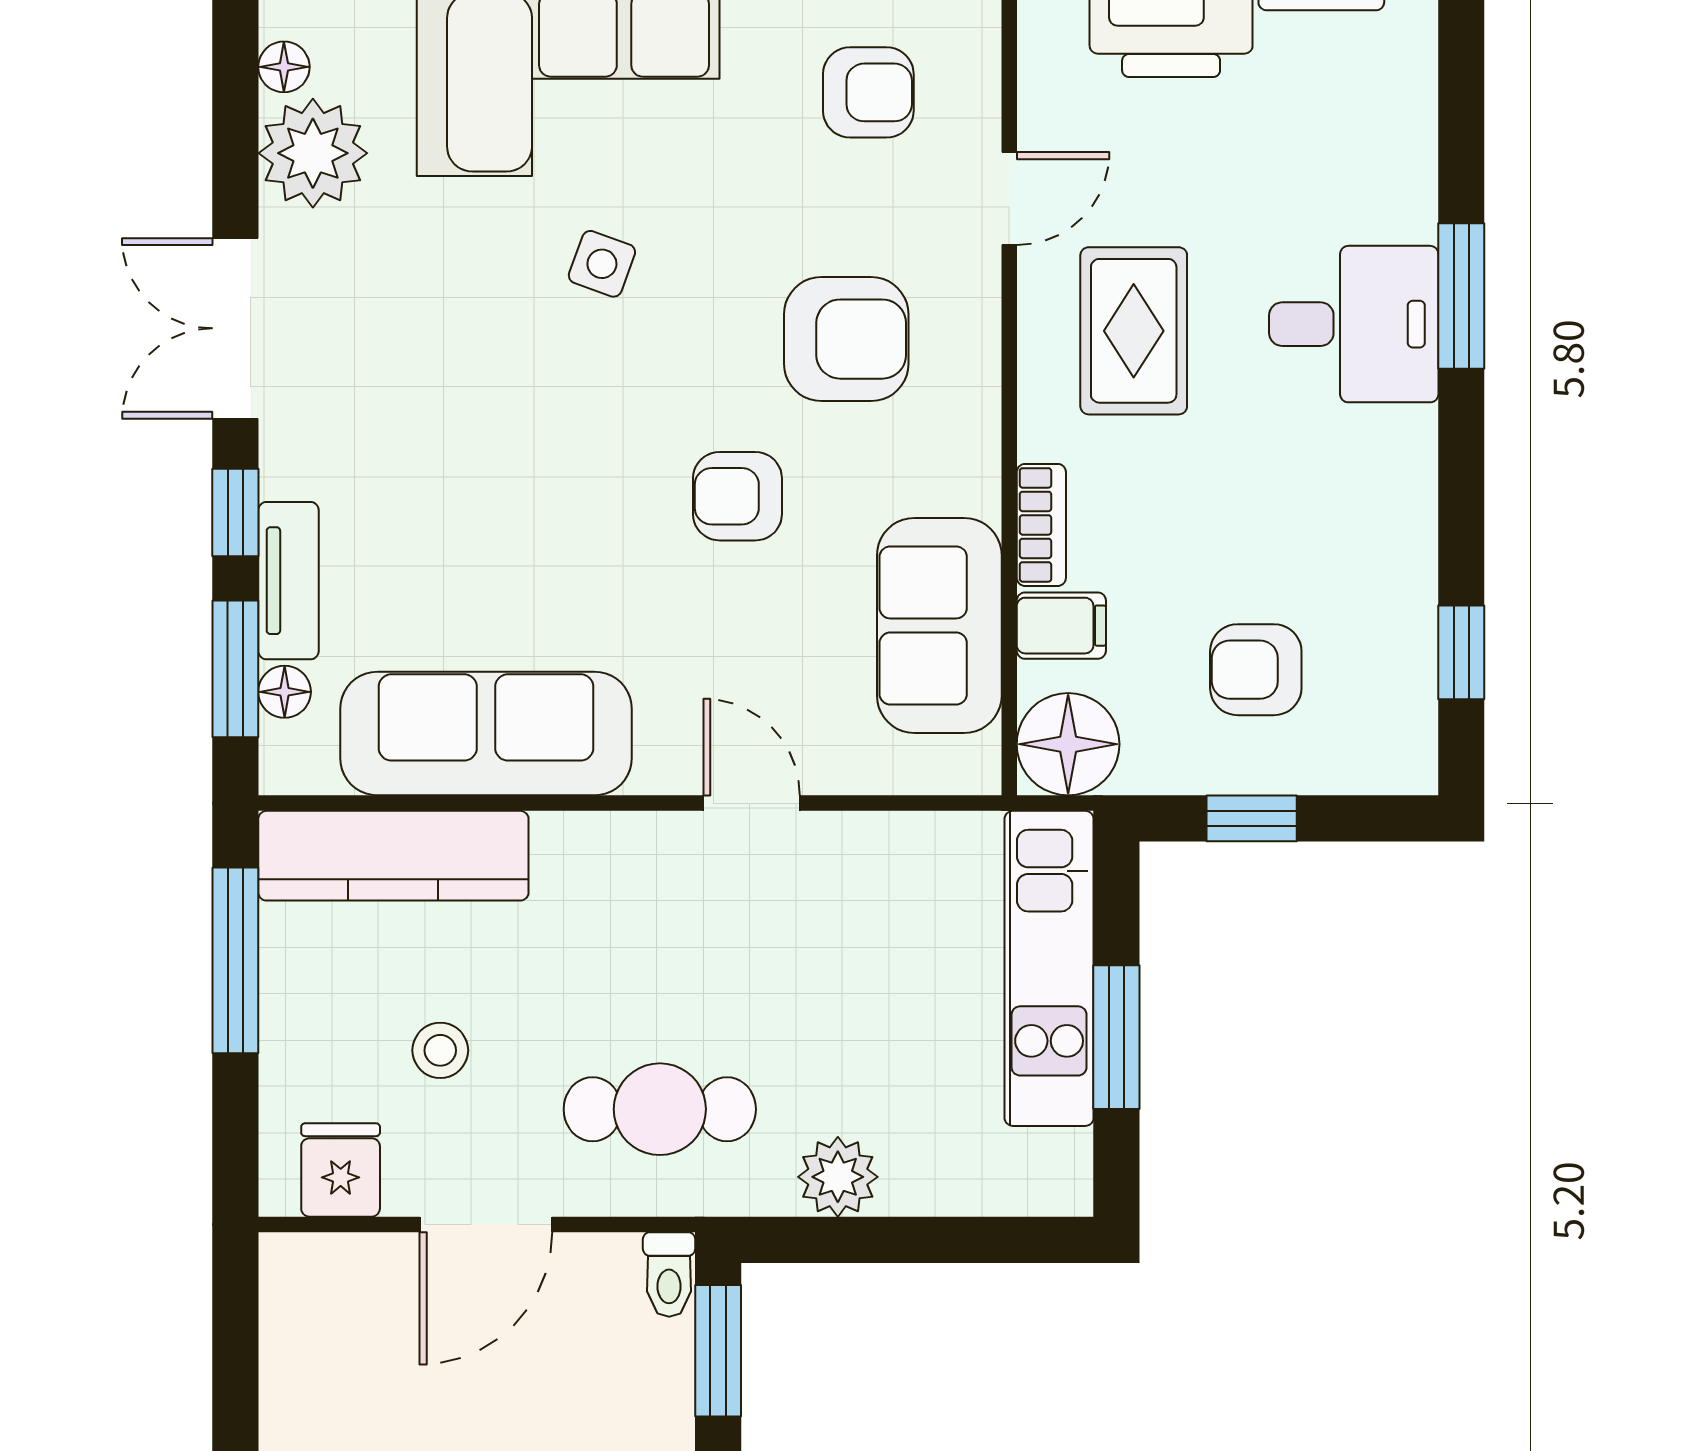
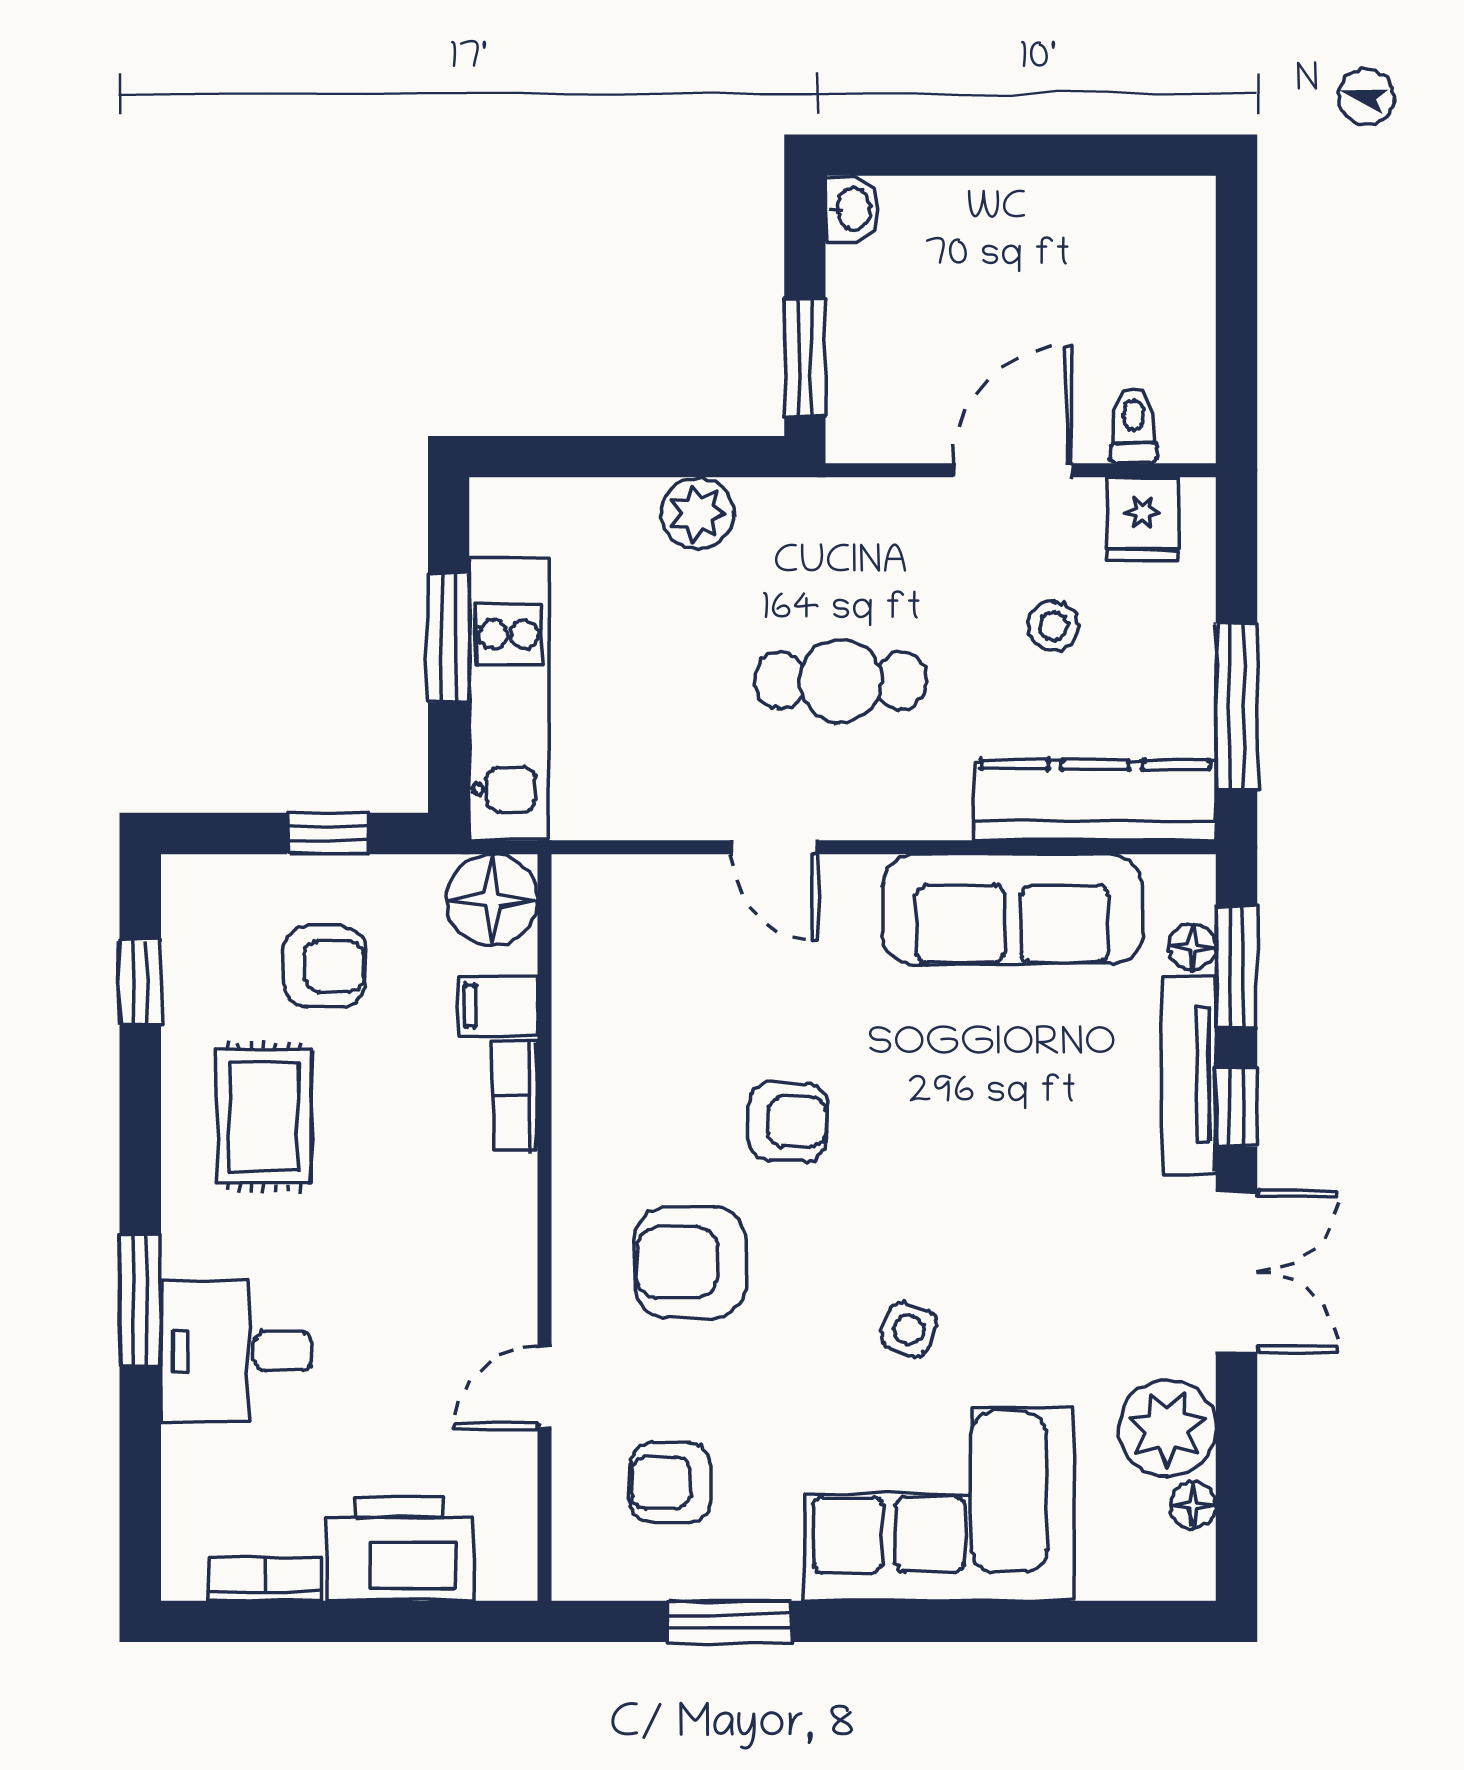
desk: (1354, 324) -> (236, 1351), moved
rug: (1134, 331) -> (264, 1117), moved
tv unit: (288, 581) -> (1189, 1075), width x1.41
sofa: (939, 625) -> (607, 1006), removed
cafe table: (660, 1109) -> (840, 681), moved
toilet: (669, 1275) -> (1134, 426), moved

